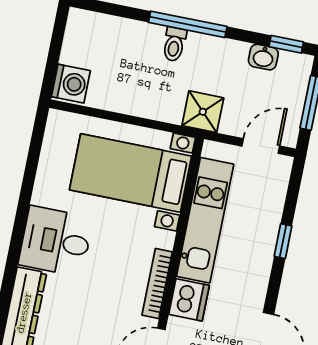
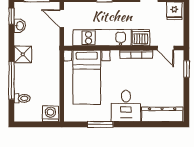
window: (188, 24) -> (11, 80), moved
toilet: (174, 44) -> (22, 98), moved
shower: (203, 112) -> (23, 54), moved
window: (29, 181) -> (100, 124), added

